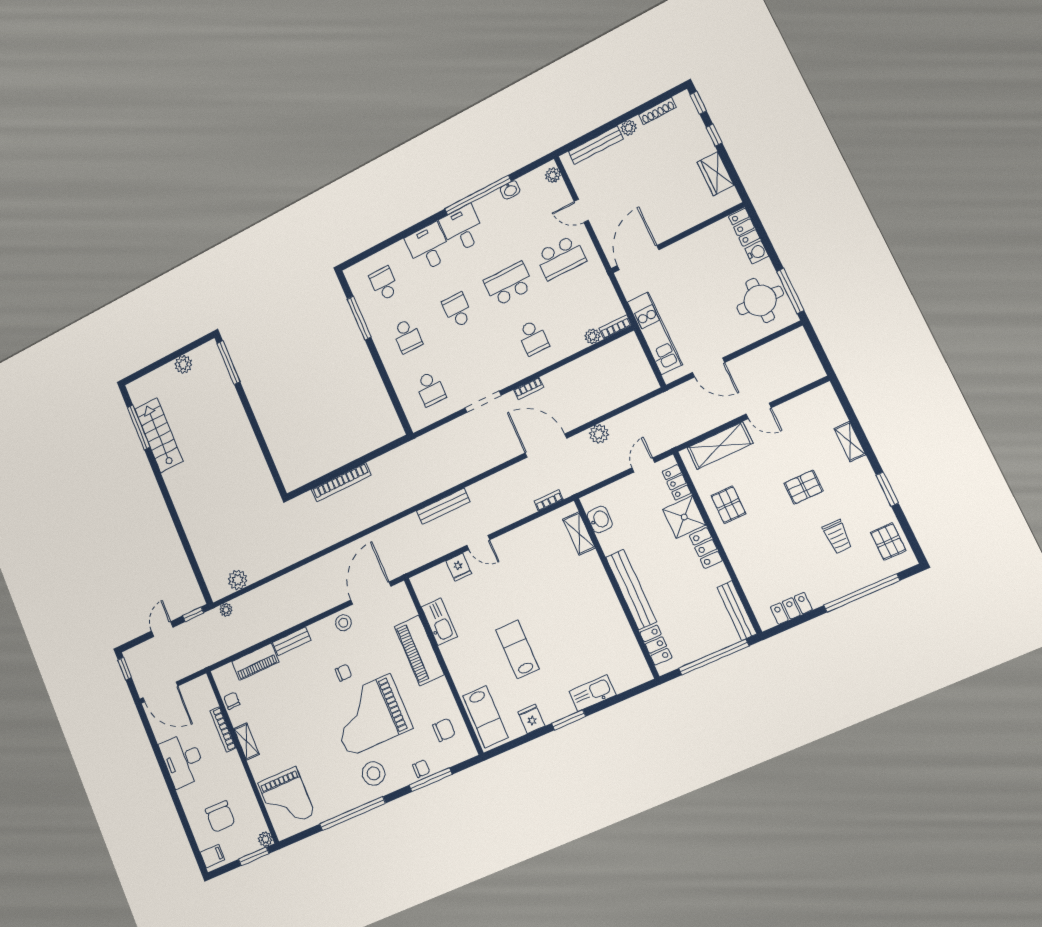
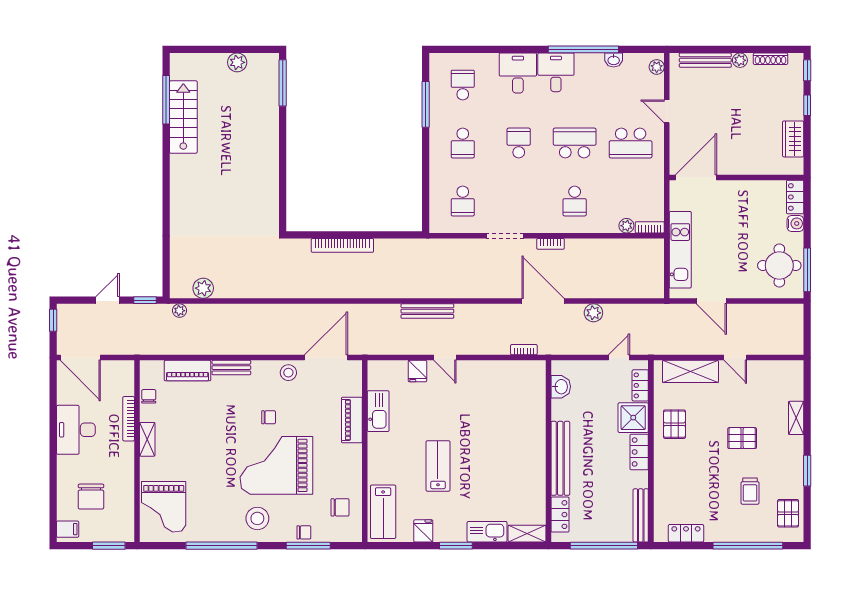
shelving: (579, 534) -> (527, 534), moved, turned 90
piano: (419, 651) -> (352, 420), width x0.73, depth x0.75
plant: (265, 839) -> (127, 535), removed

